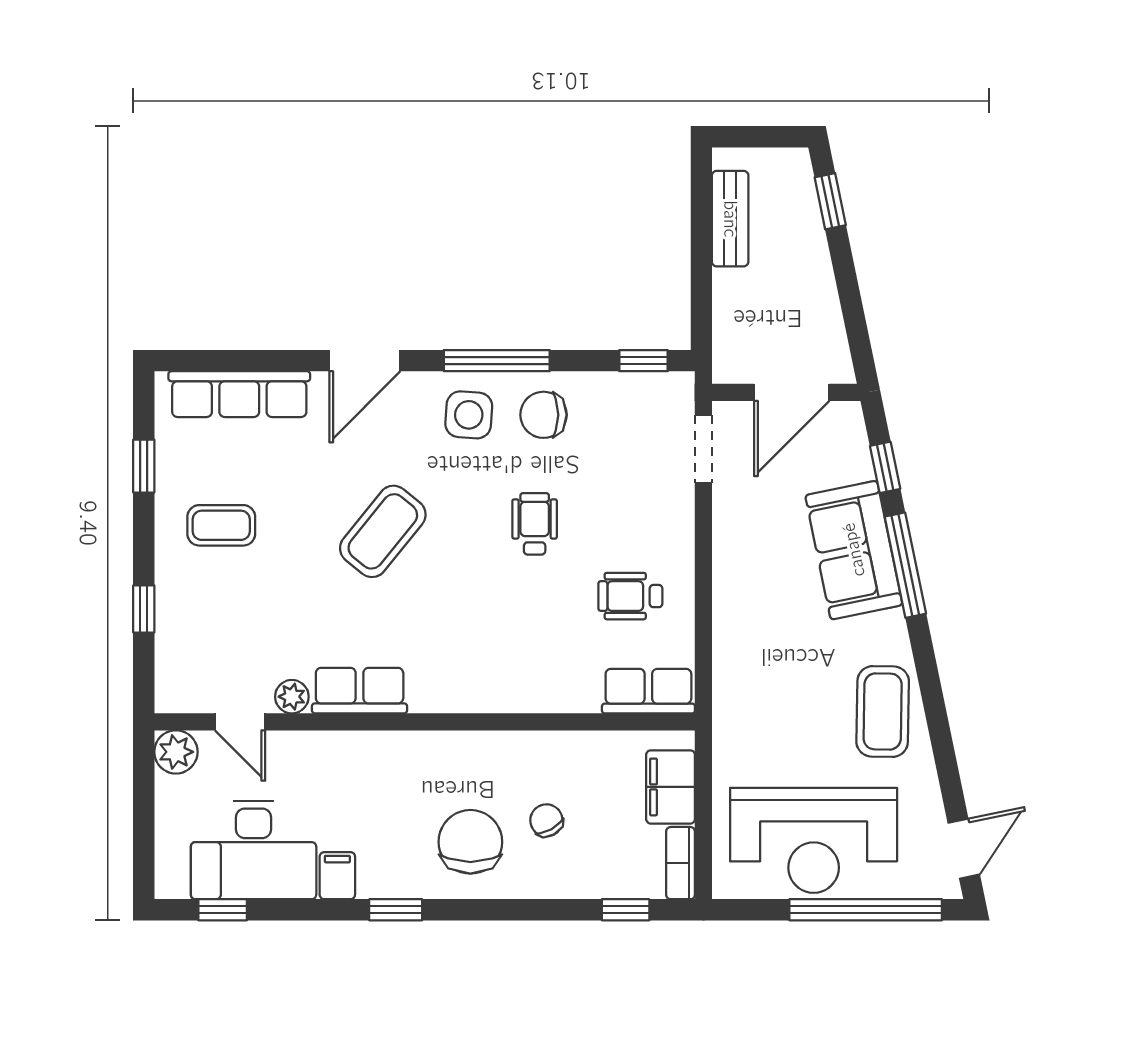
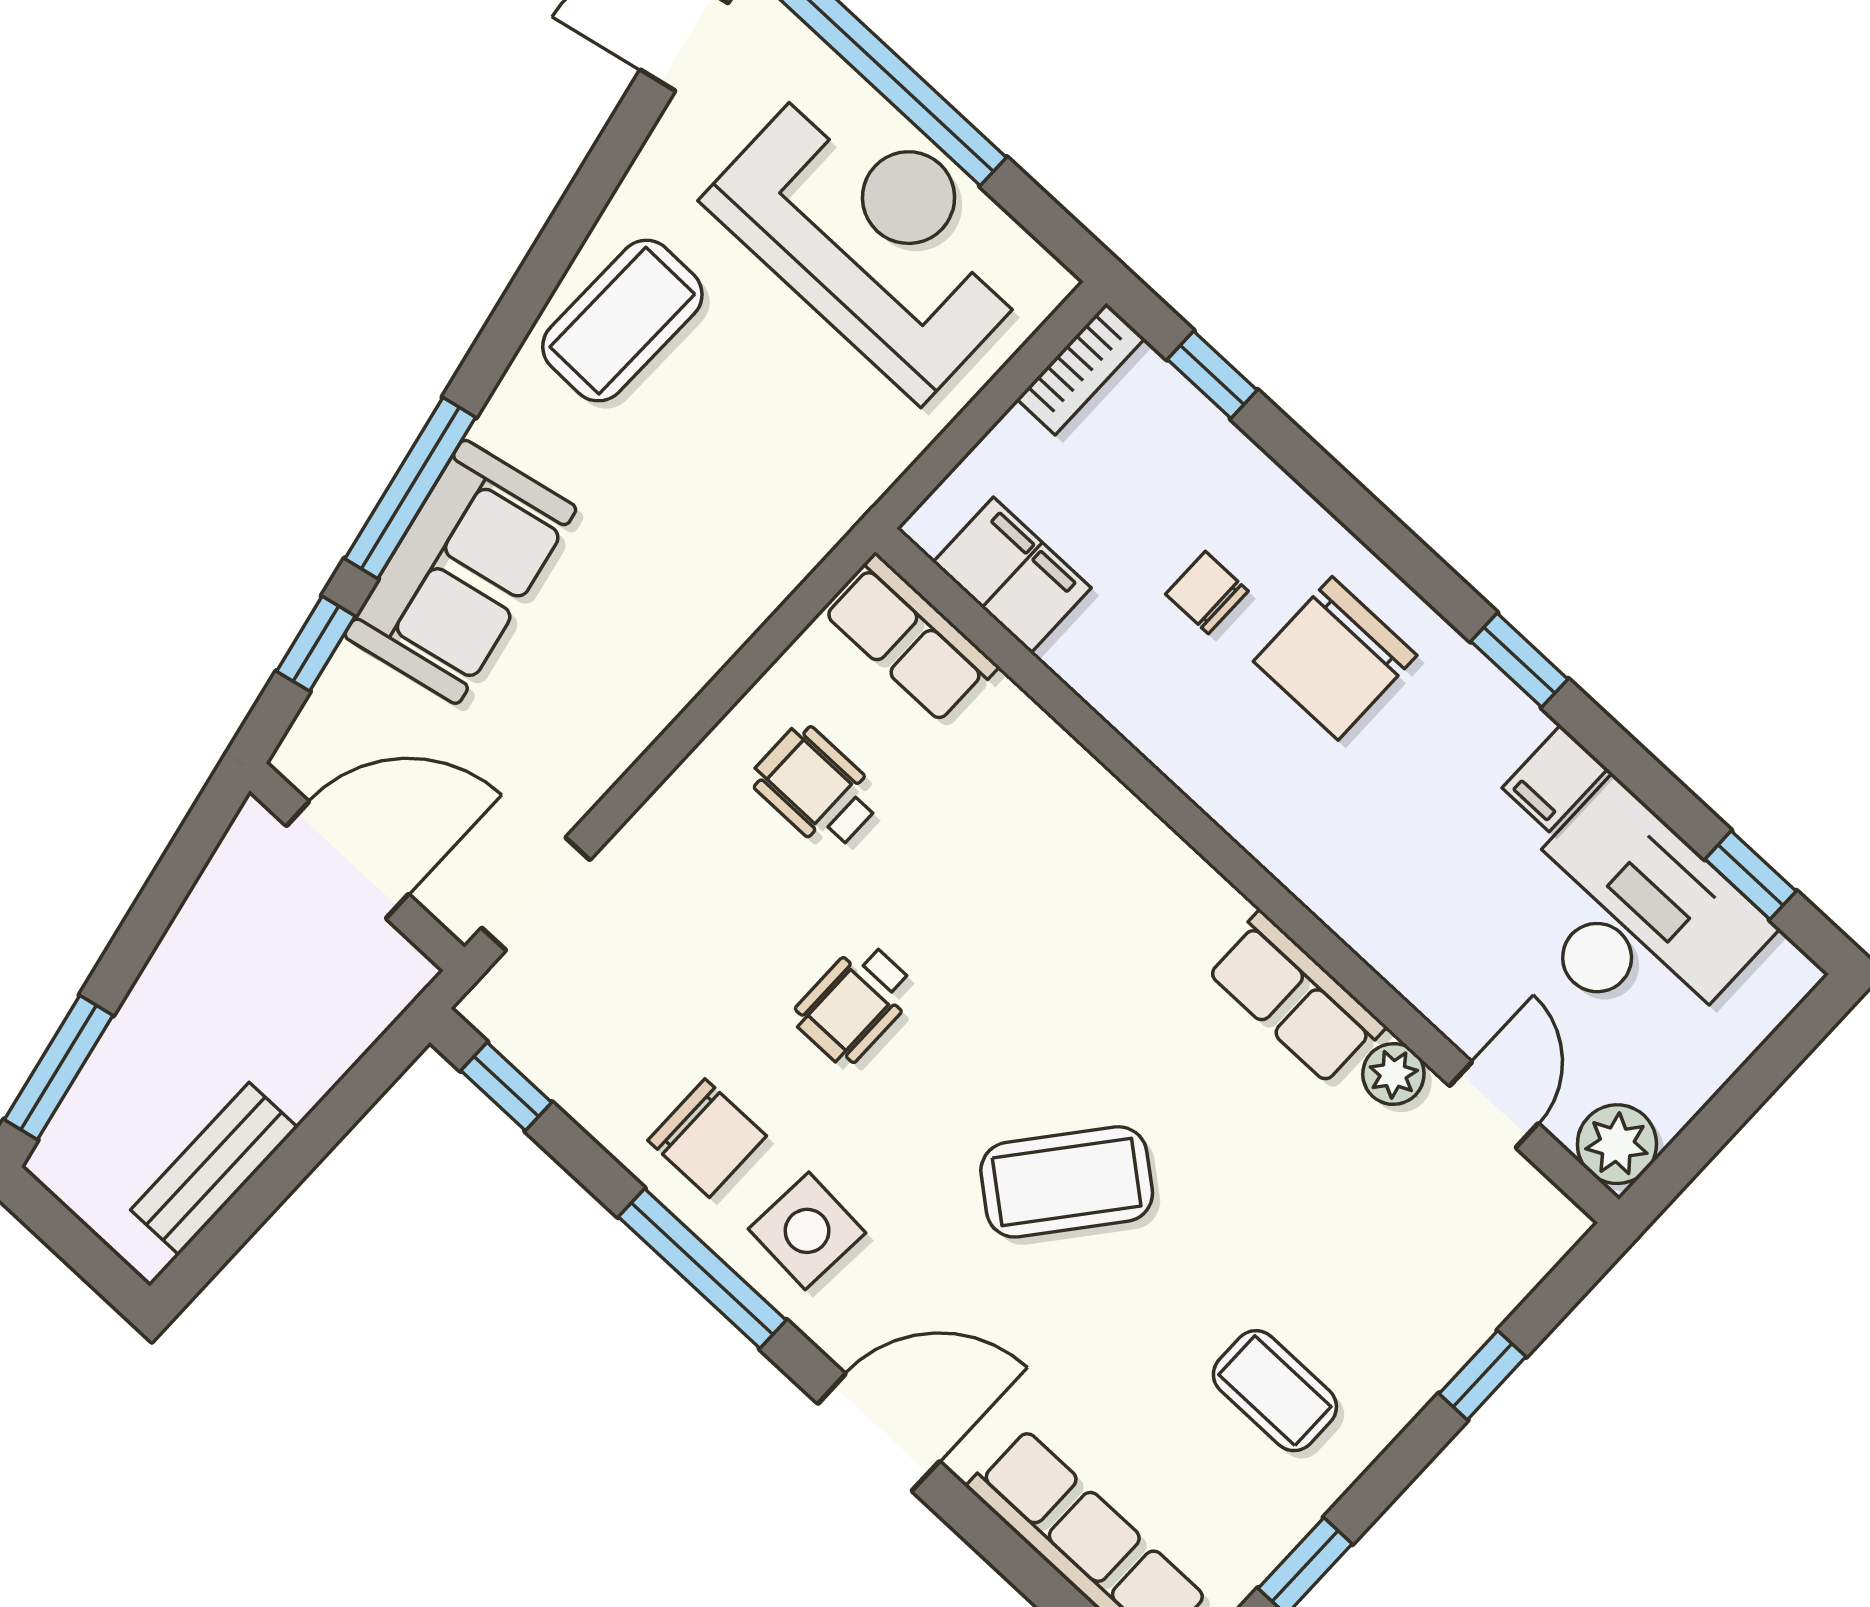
window: (830, 201) -> (59, 1068), width x1.50
wheelchair: (630, 596) -> (816, 788), turned 180
filing cabinet: (671, 787) -> (1012, 575), moved, turned -90
chair: (546, 820) -> (1207, 593), turned 119

